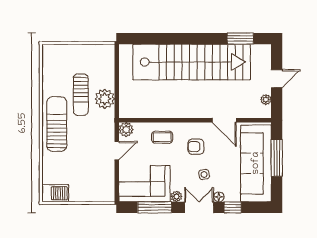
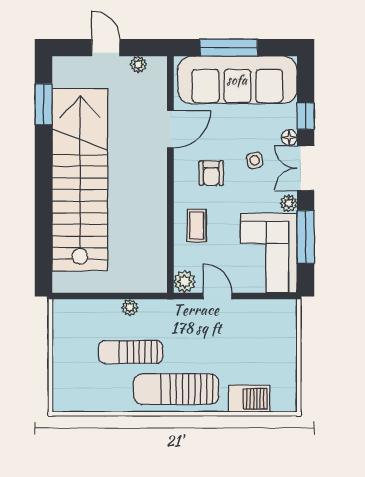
sun lounger: (81, 95) -> (131, 352), turned 180
plant: (105, 99) -> (130, 307), width x0.53, depth x0.53
barbecue: (55, 193) -> (249, 399), moved, turned 90

